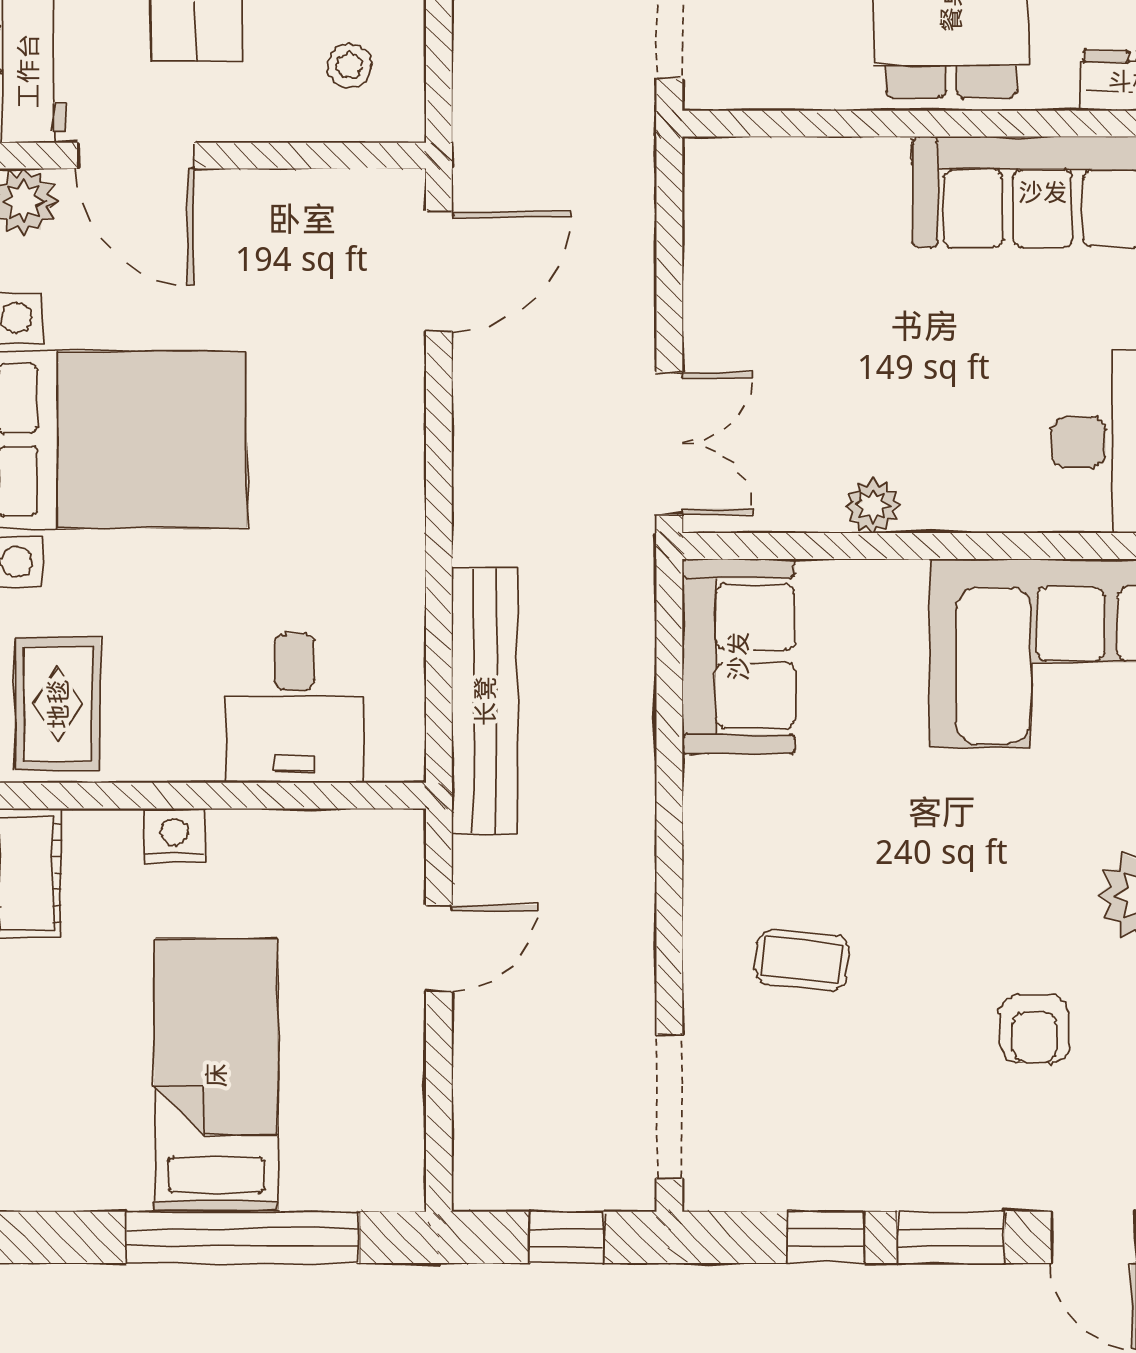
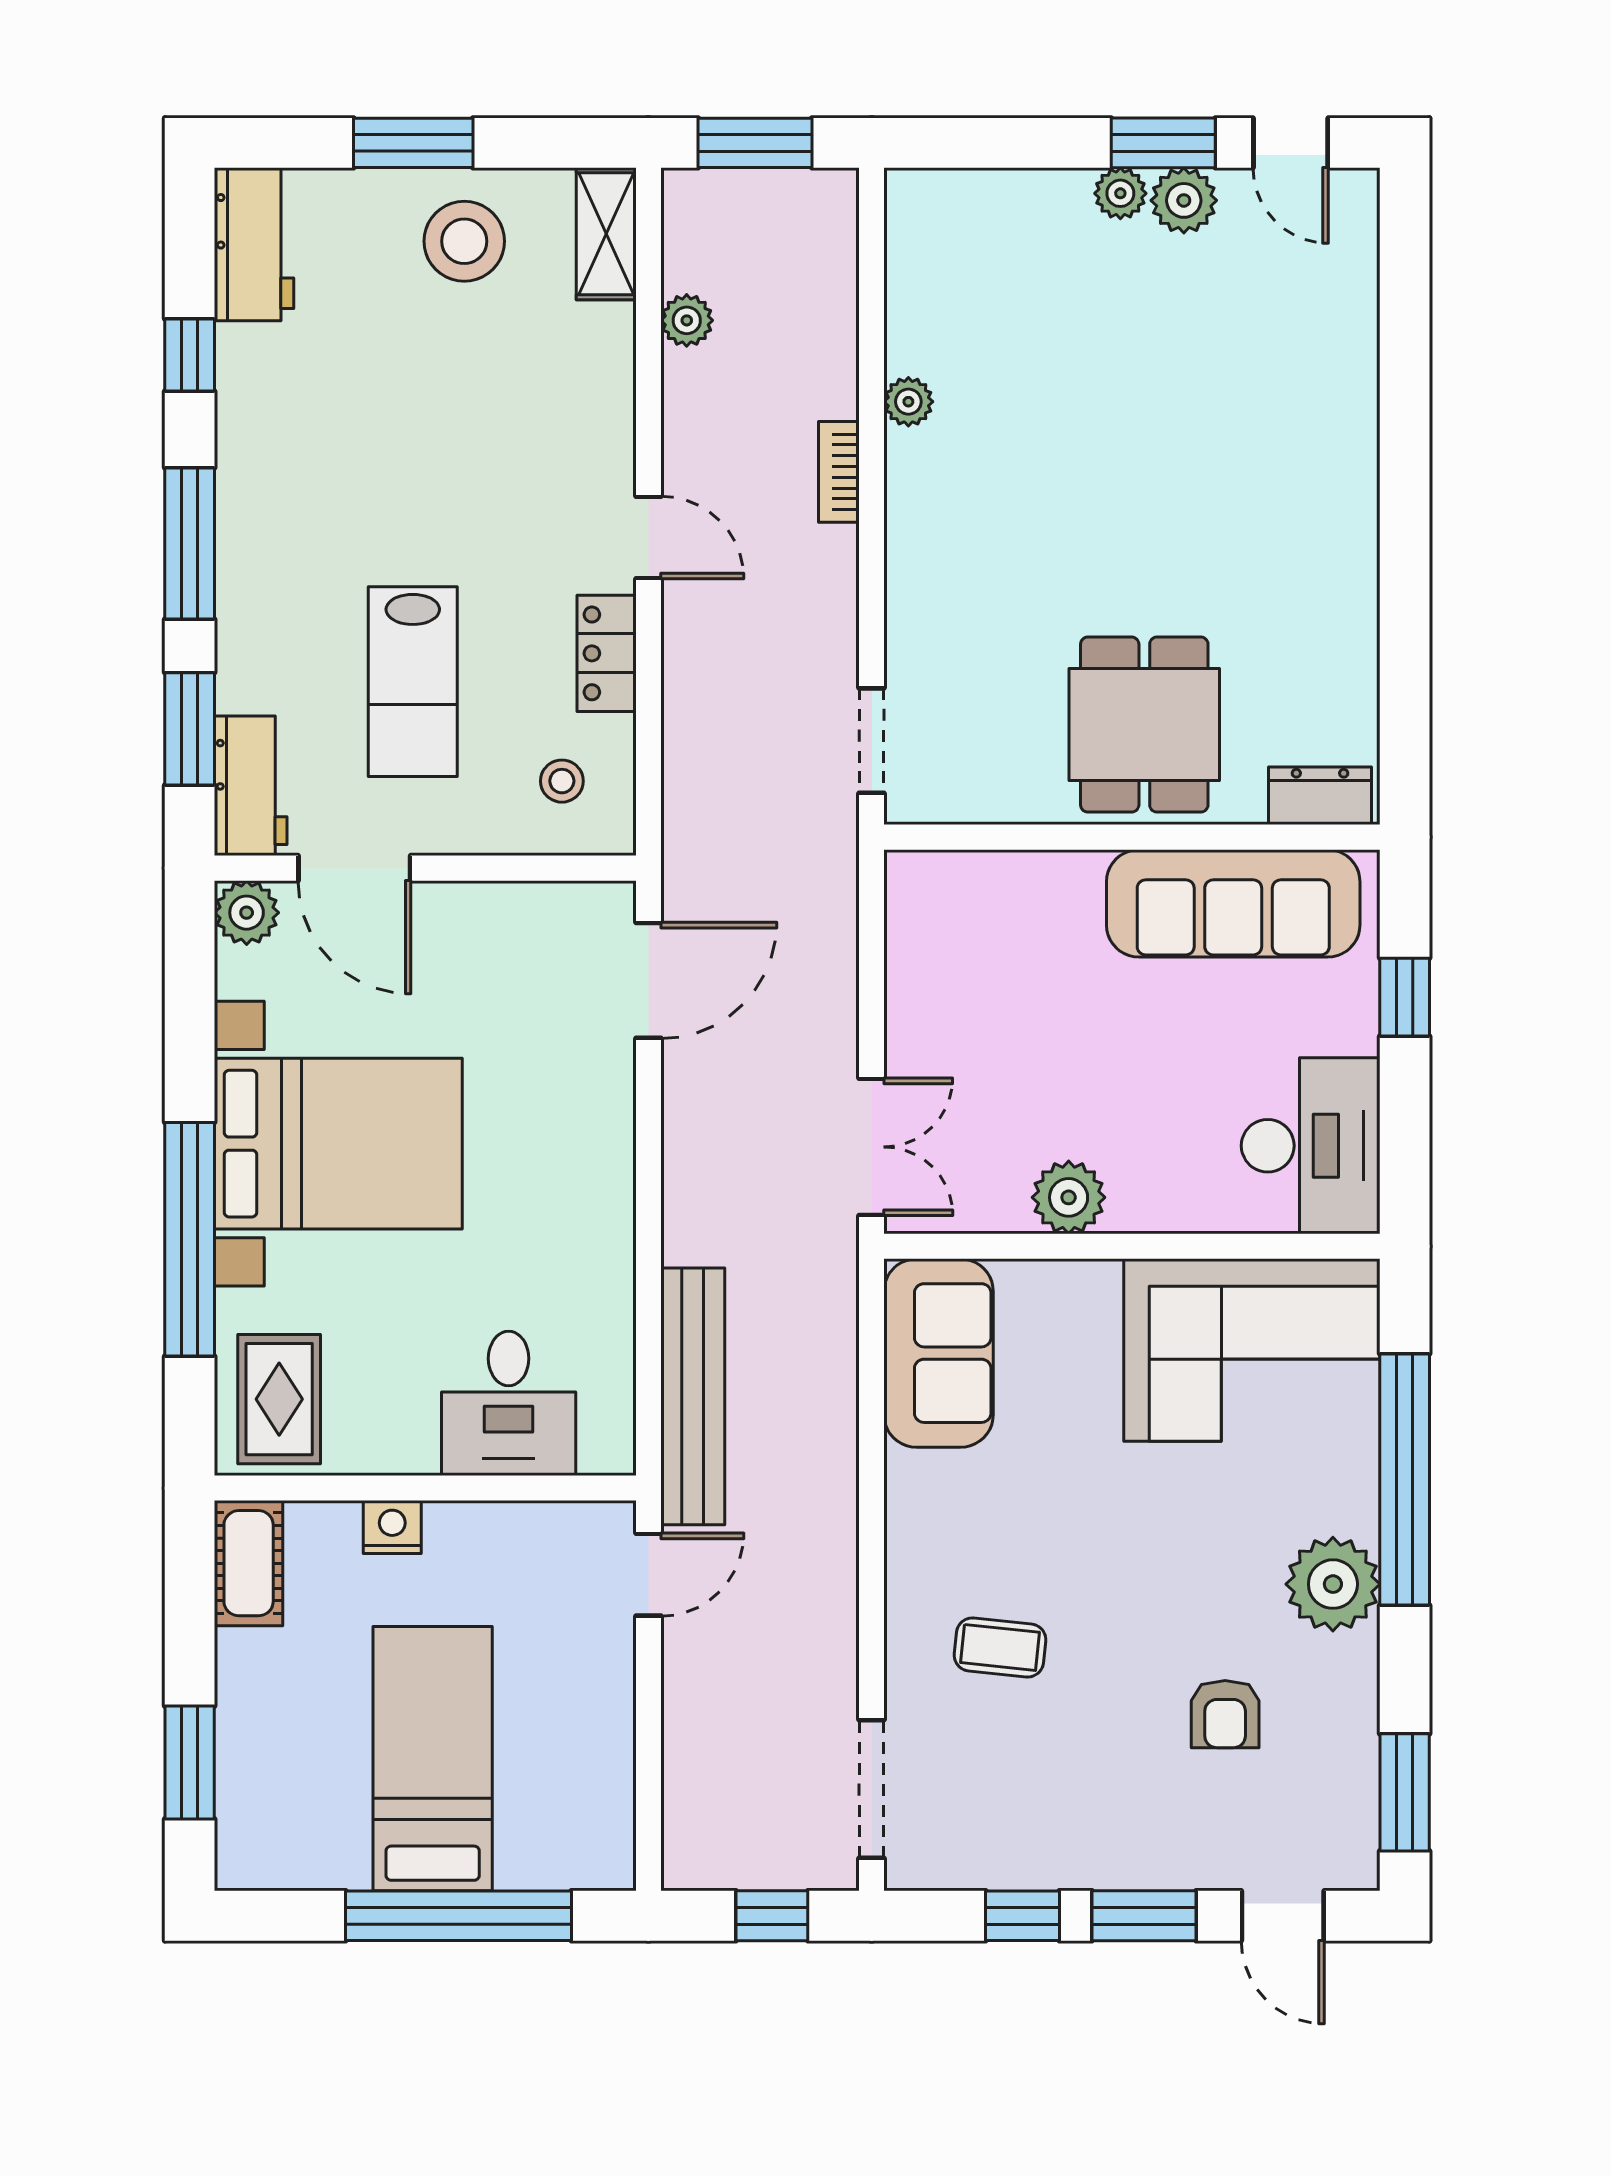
plant: (873, 506) -> (1069, 1197), width x1.38, depth x1.38
door: (439, 948) -> (648, 1575), moved

